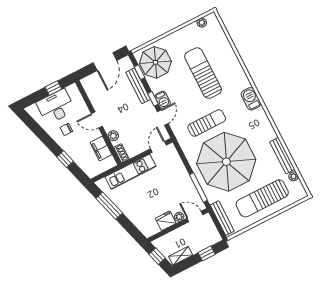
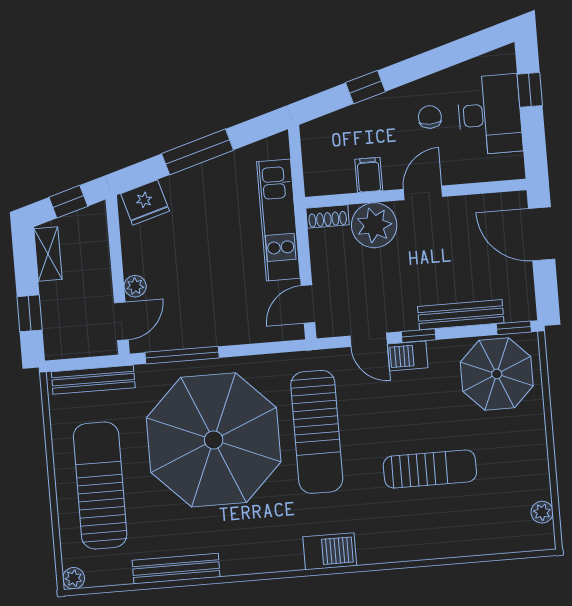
door: (105, 62) -> (542, 234), moved
window: (139, 72) -> (514, 328), moved
sun lounger: (203, 73) -> (430, 469), width x0.73, depth x0.75
window: (53, 88) -> (530, 90), moved
sun lounger: (207, 123) -> (317, 432), width x1.36, depth x1.34
plant: (113, 136) -> (374, 225), width x1.88, depth x1.88
door: (158, 147) -> (308, 304), swing flipped
filing cabinet: (101, 149) -> (369, 175), width x0.50
plant: (293, 176) -> (74, 578), moved
window: (109, 206) -> (198, 152), moved
fridge: (166, 221) -> (145, 202), moved, turned 74

